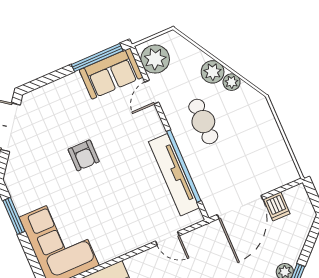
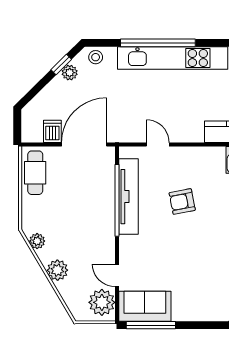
plant: (232, 82) -> (37, 241), moved
door: (152, 92) -> (117, 275), swing flipped
cafe table: (203, 122) -> (35, 173), moved
armchair: (84, 155) -> (182, 202), moved, turned -101

